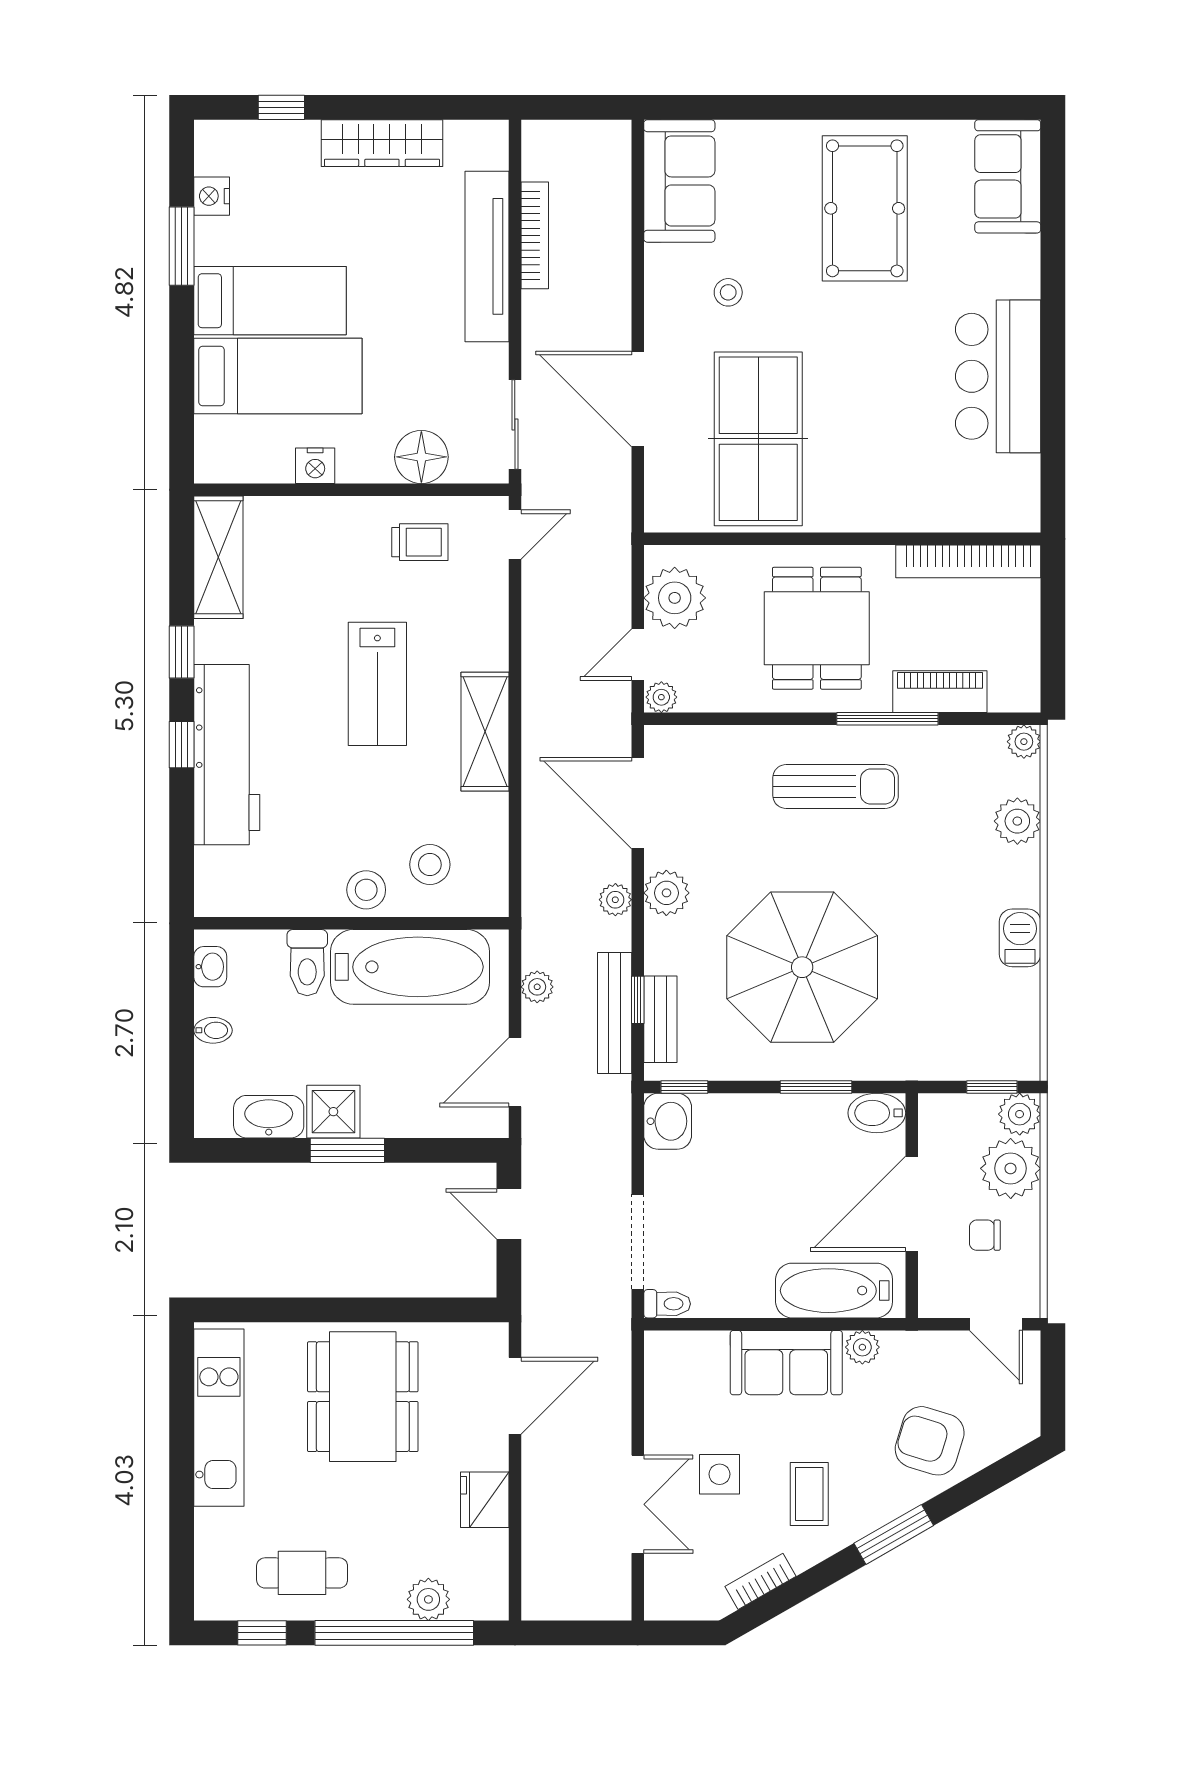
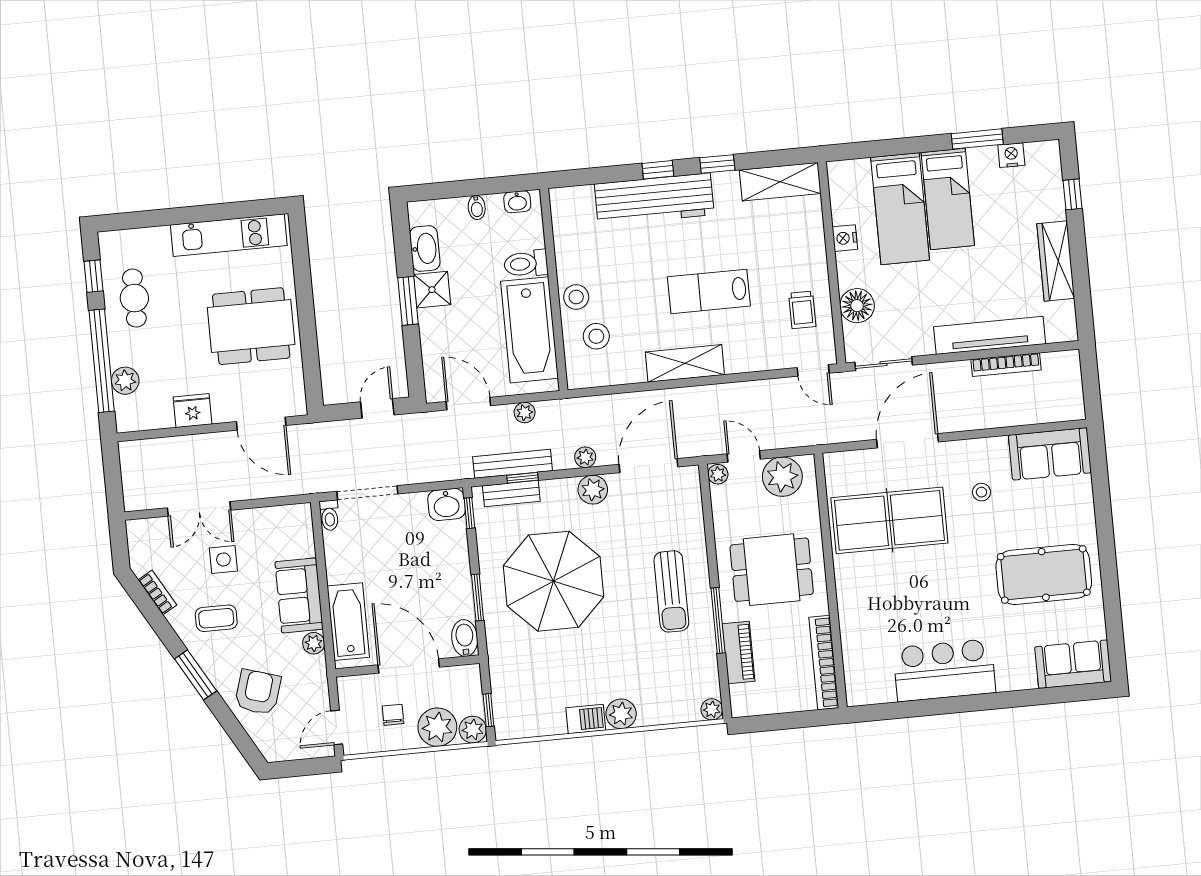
plant: (1017, 821) -> (621, 714), moved

